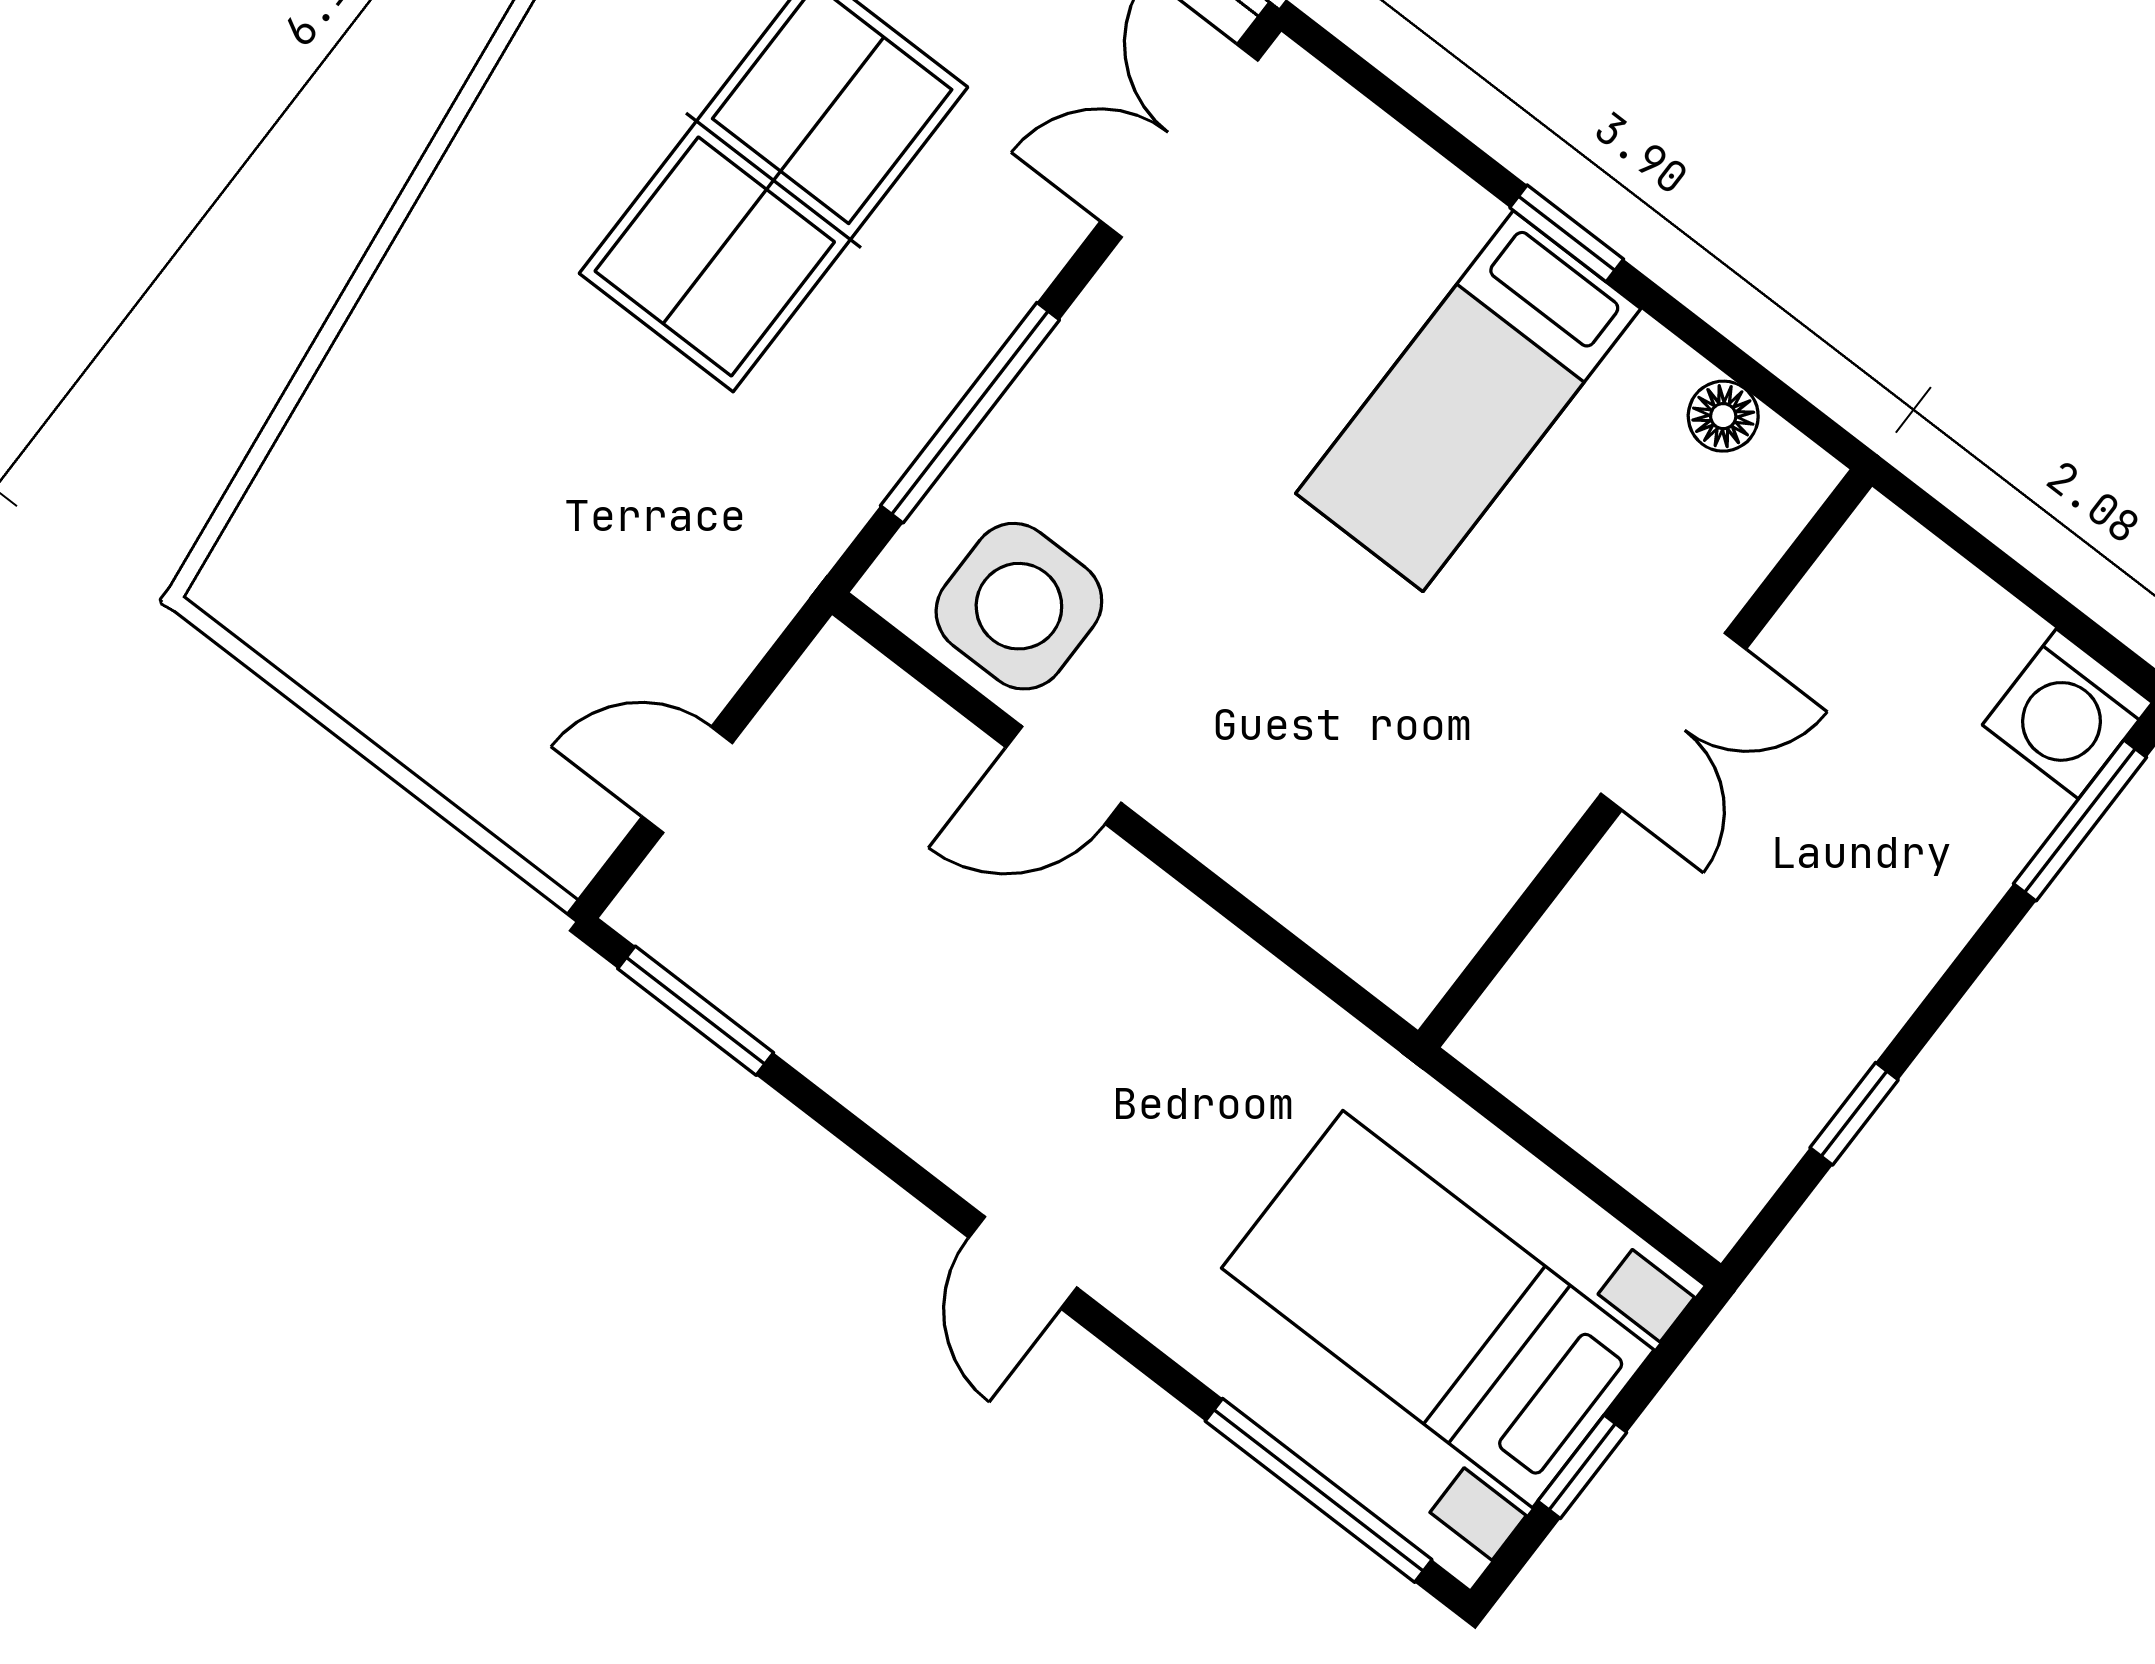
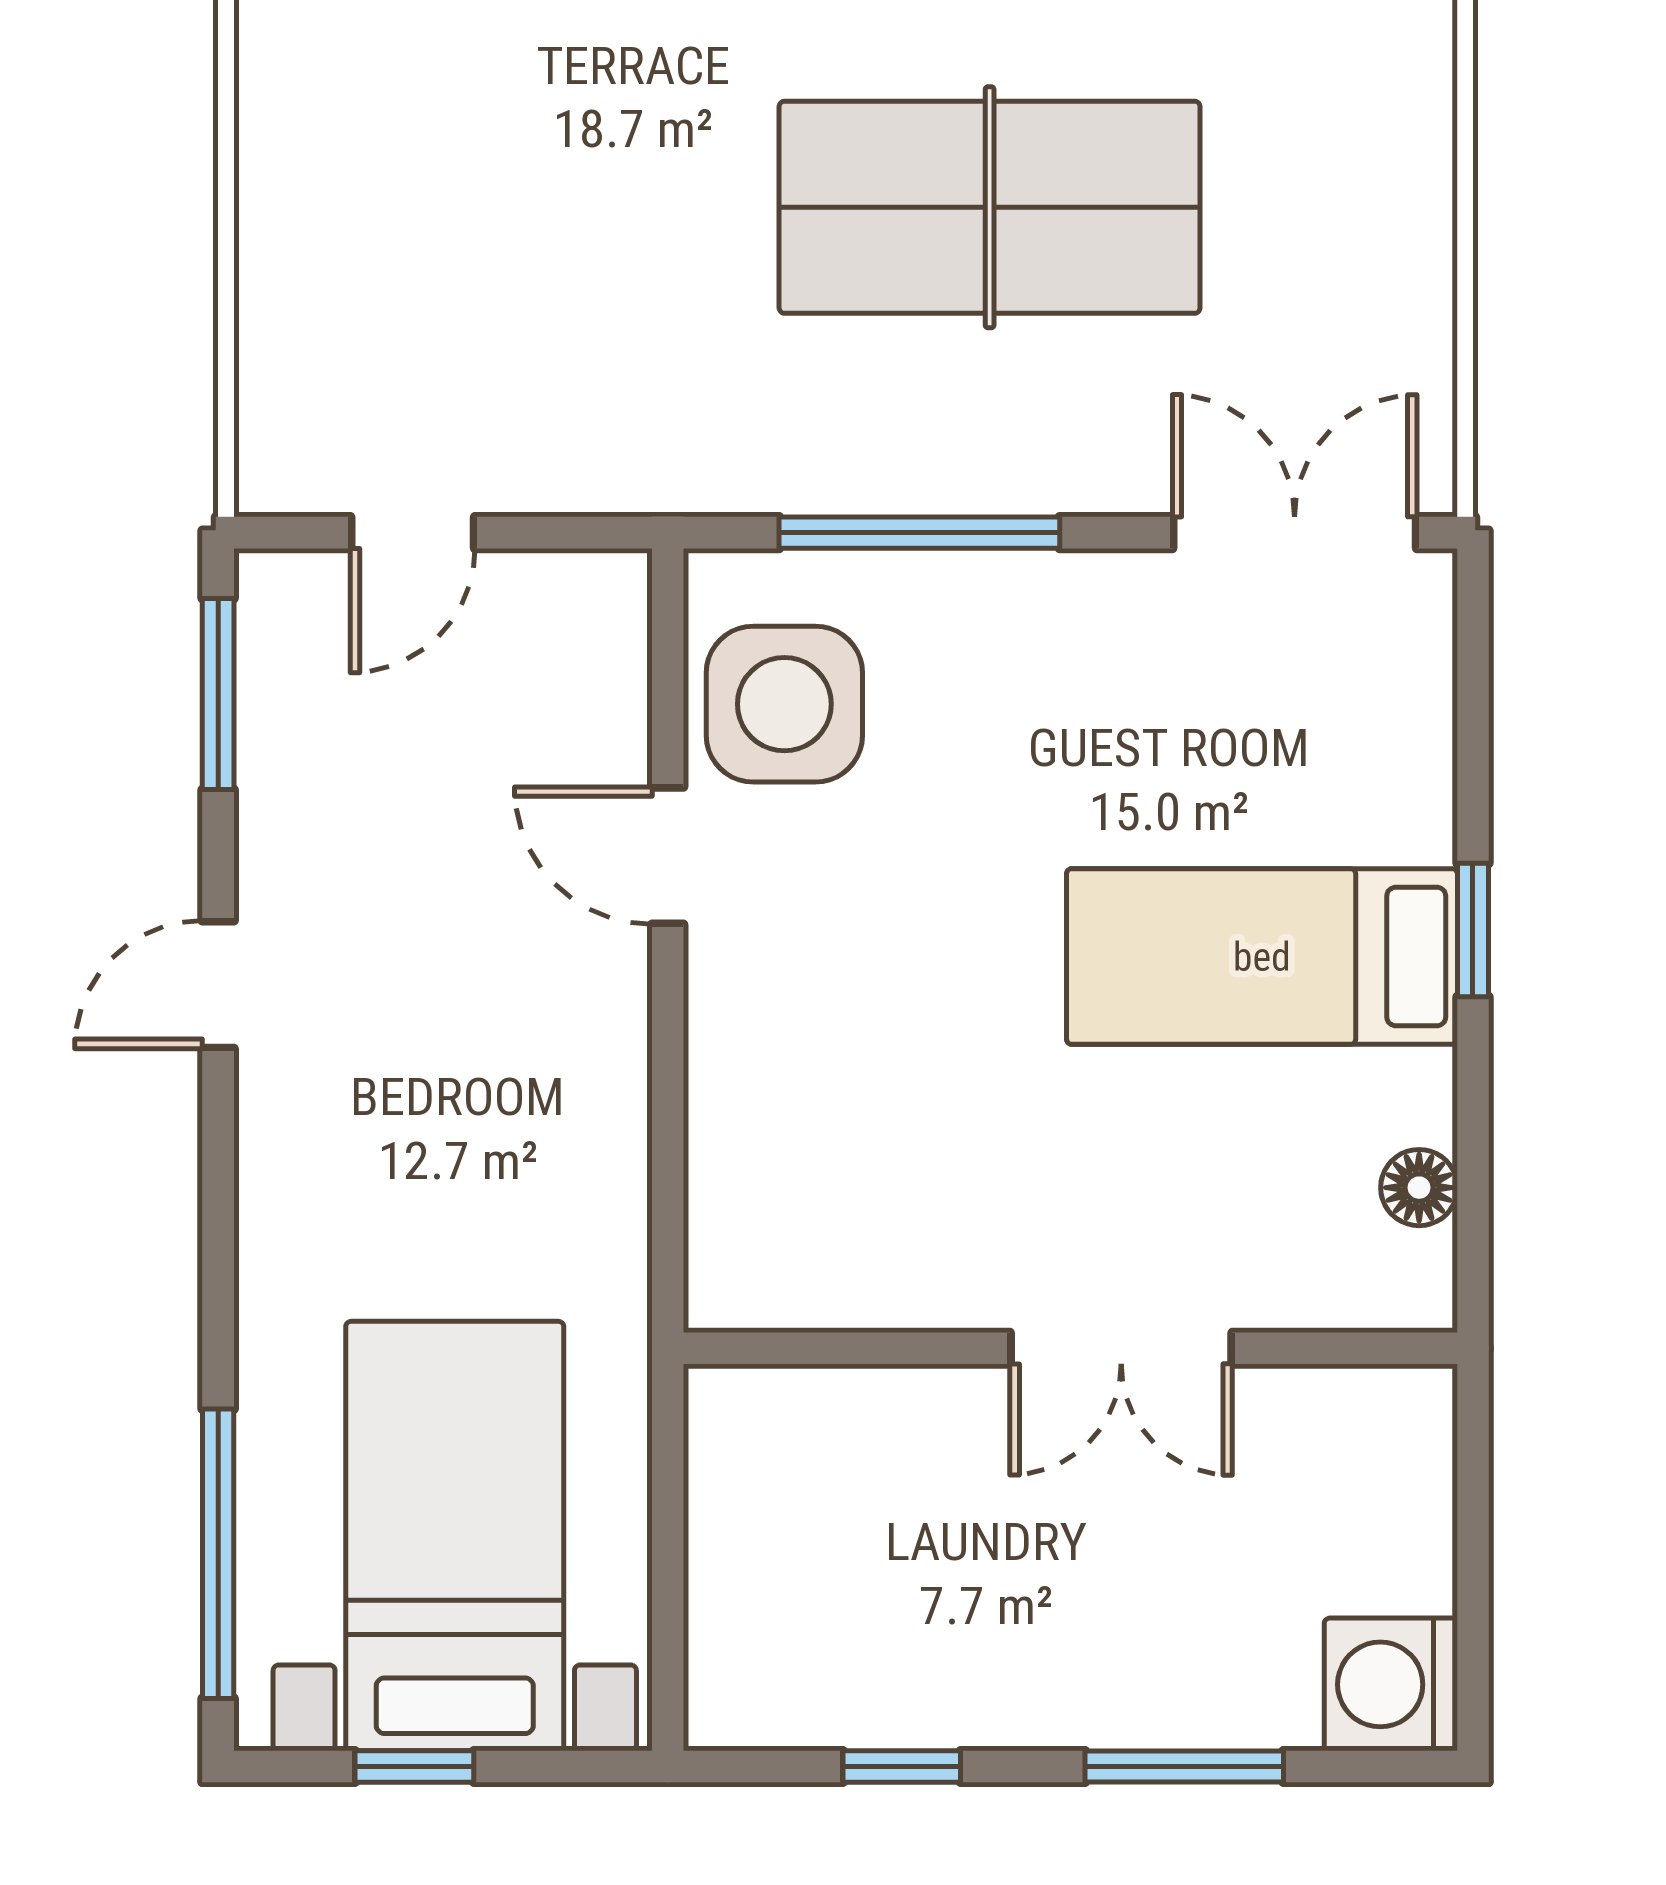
door: (687, 780) -> (413, 533), swing flipped
window: (2080, 820) -> (1184, 1767), moved
door: (1023, 1263) -> (218, 985), moved

